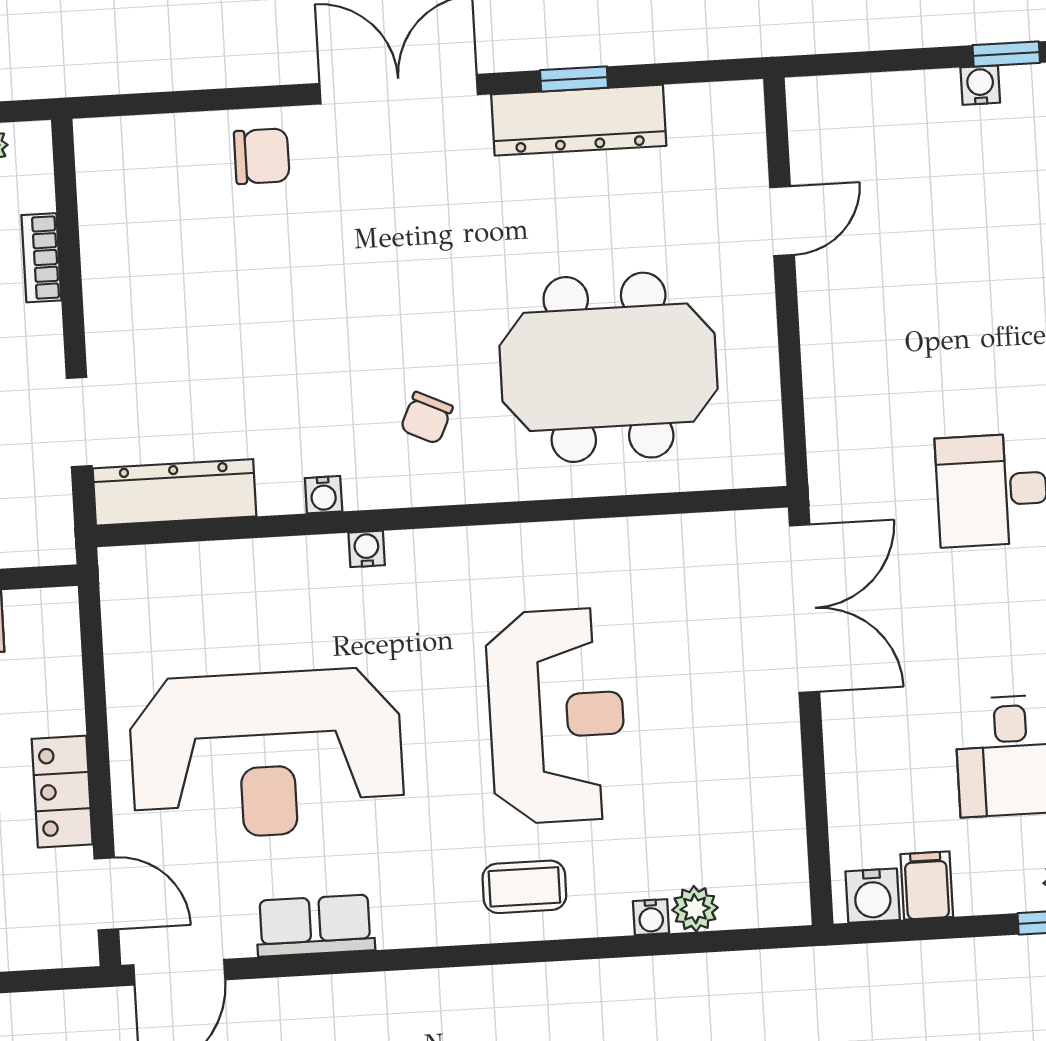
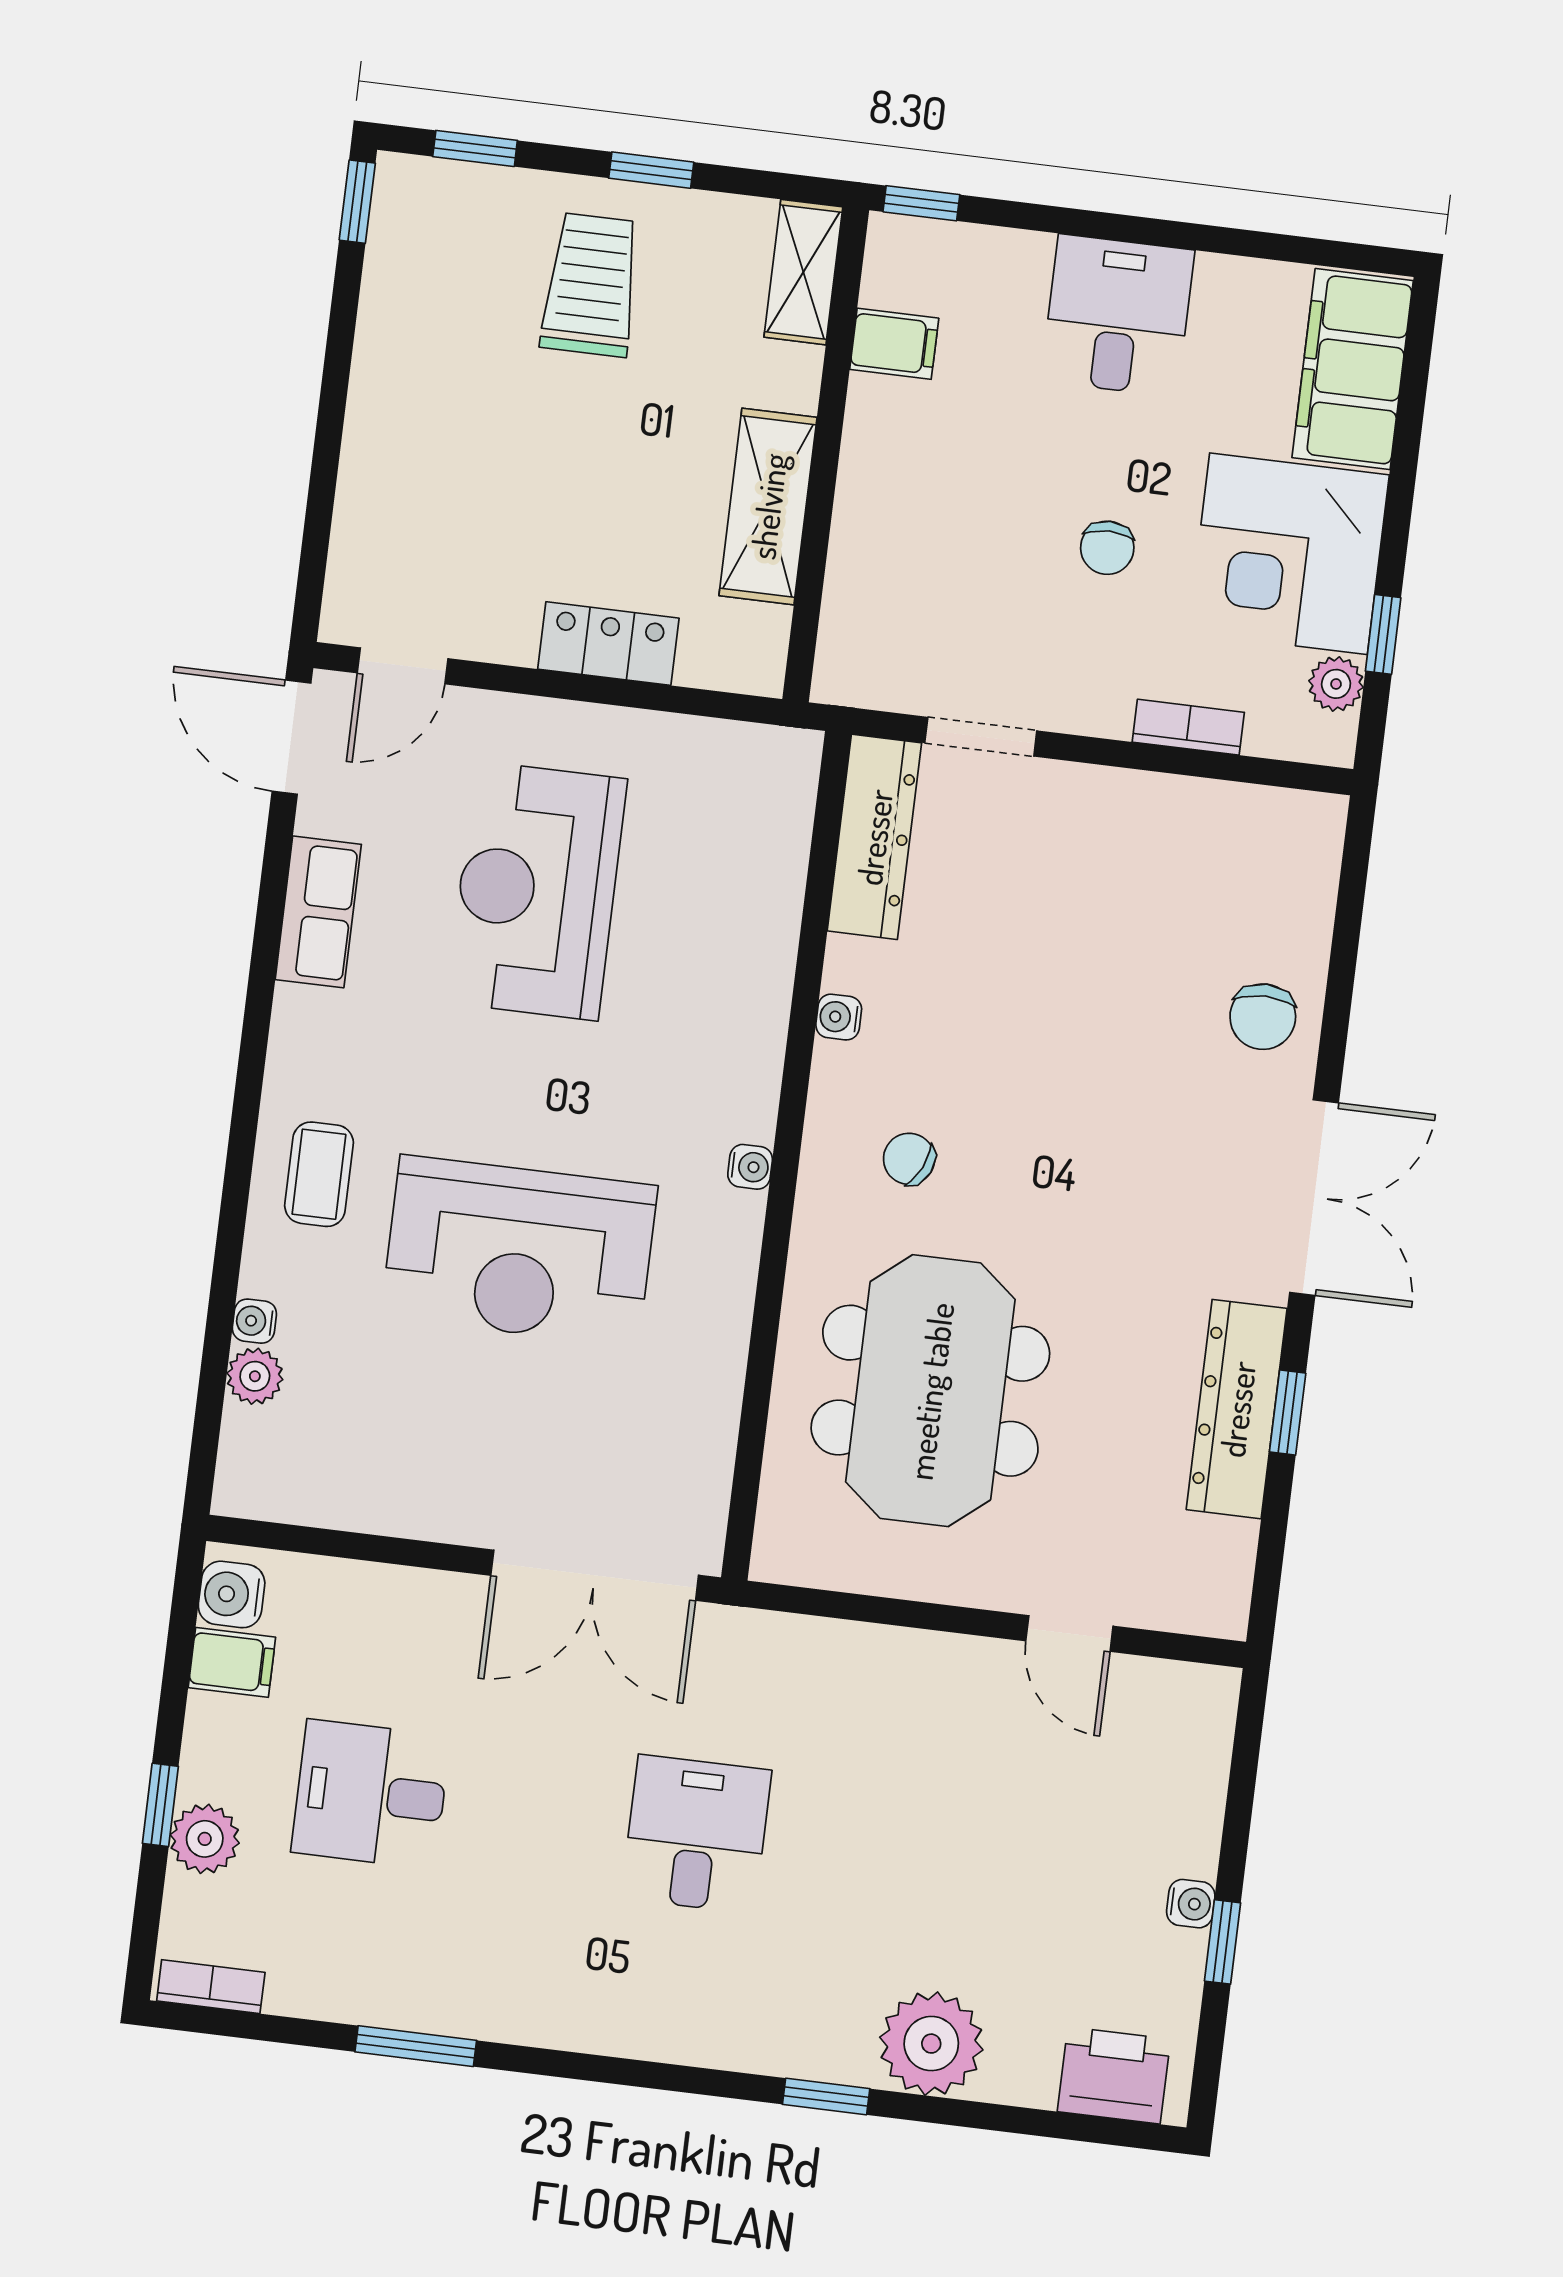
water cooler: (367, 549) -> (750, 1167), moved
reception desk: (266, 754) -> (537, 891), width x0.74, depth x0.77
locker: (62, 792) -> (608, 644), moved

